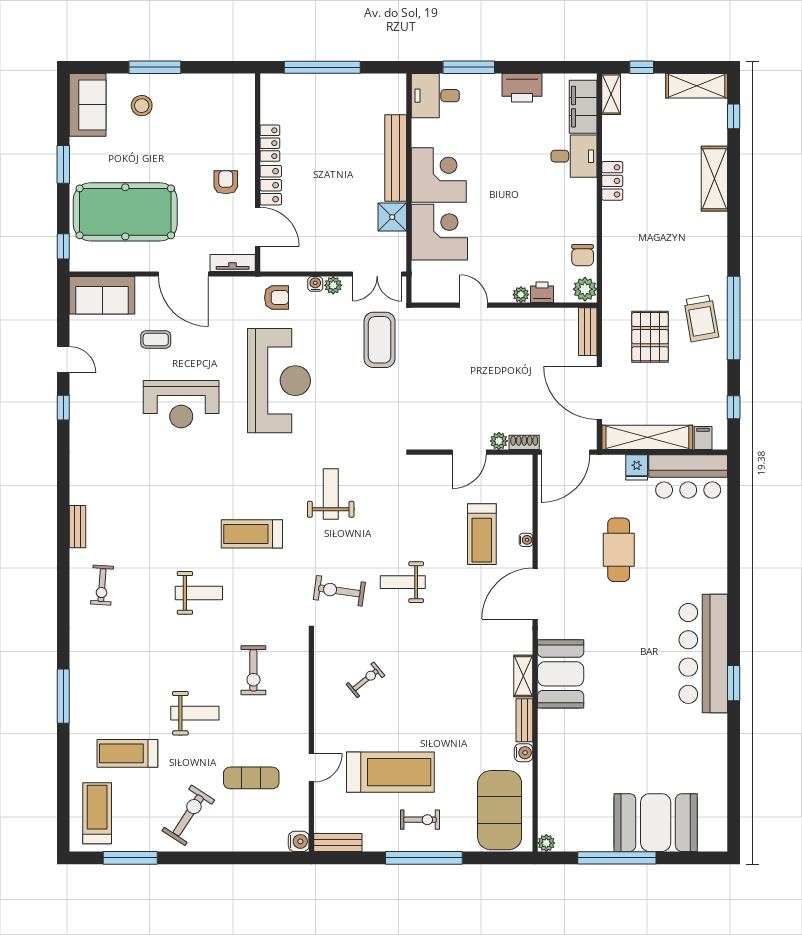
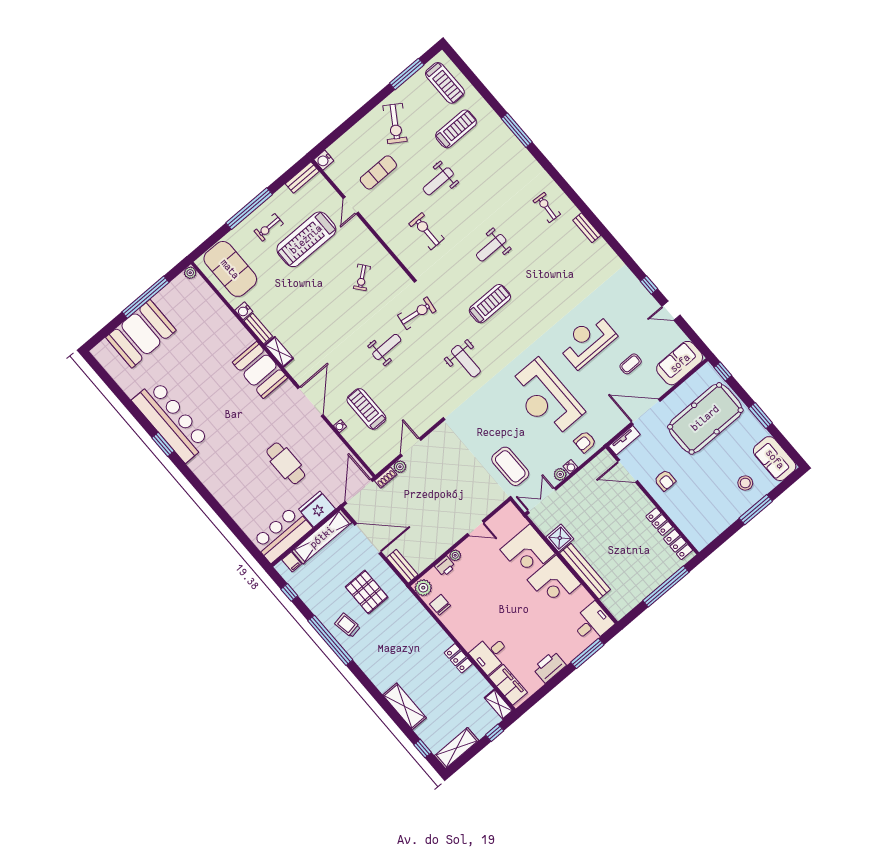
locker: (271, 185) -> (678, 545), moved
trolley: (701, 318) -> (347, 625), width x0.73, depth x0.72
fridge: (637, 467) -> (317, 509), width x1.88, depth x1.34
bar counter: (703, 653) -> (171, 421), moved

